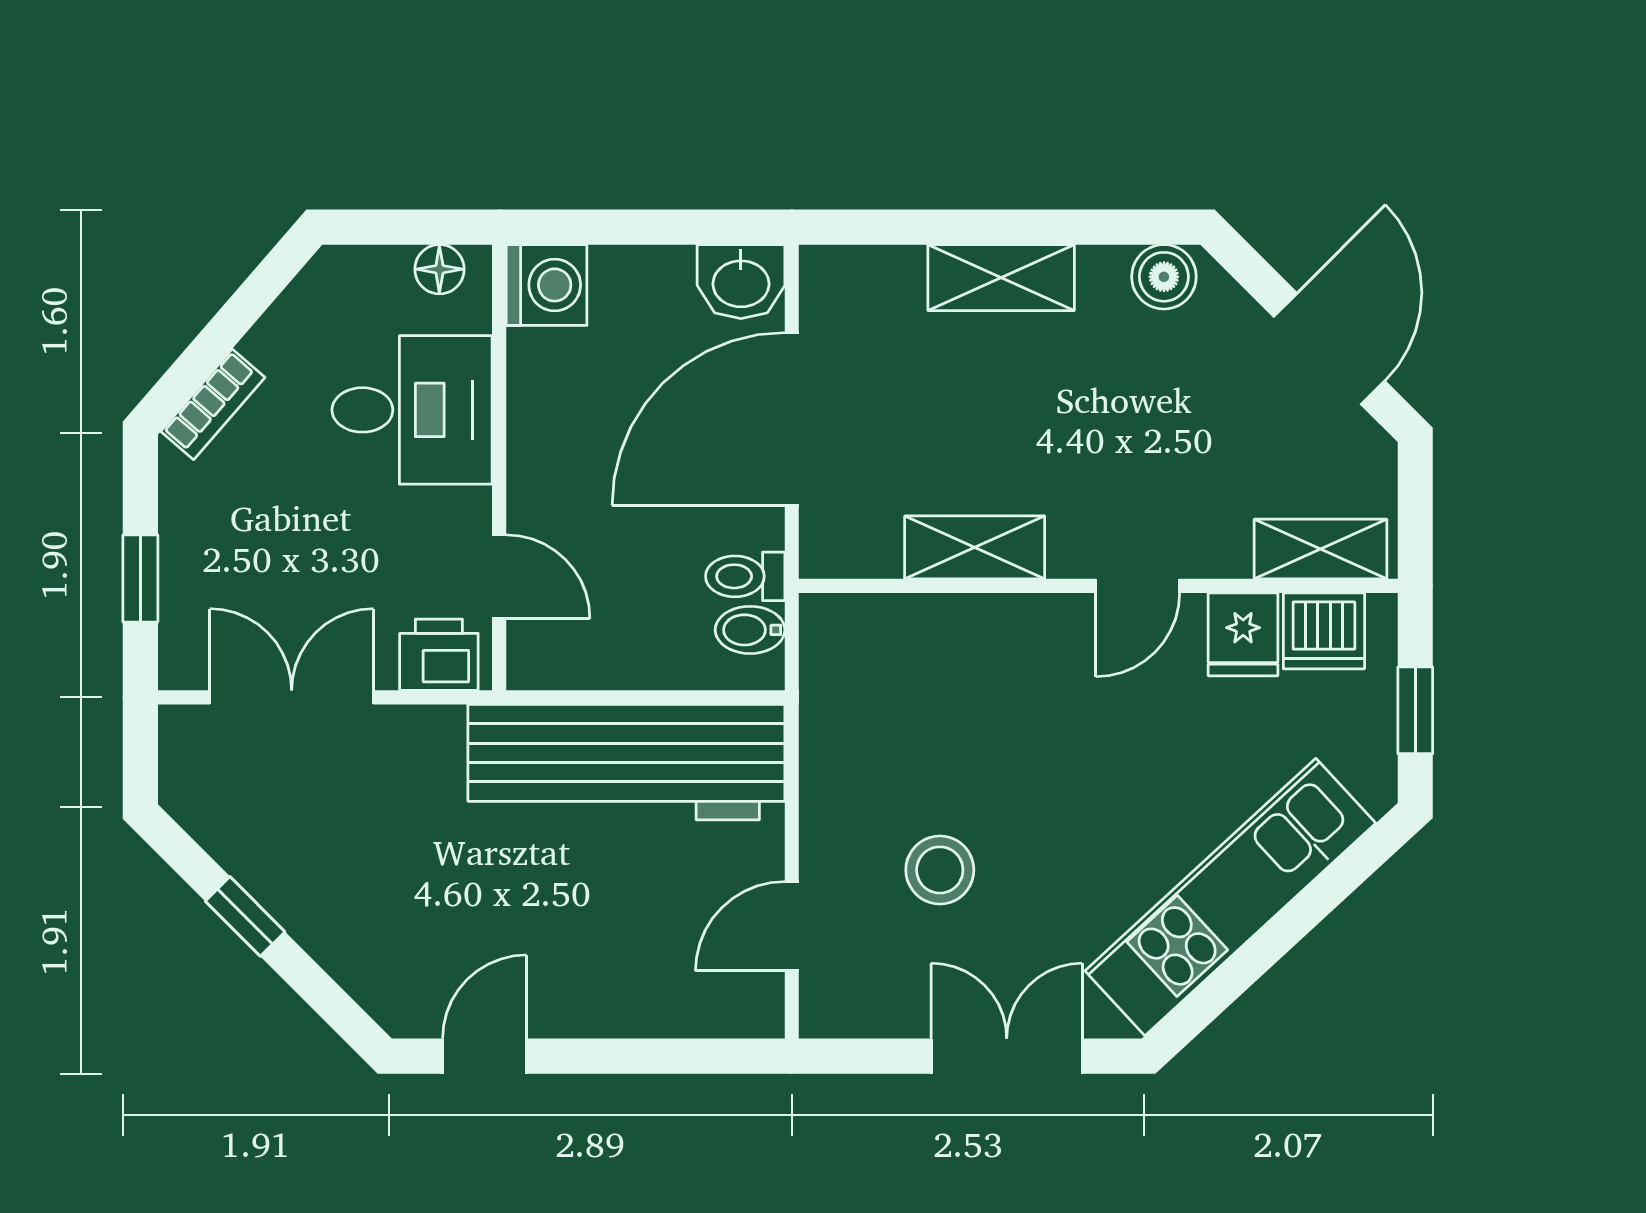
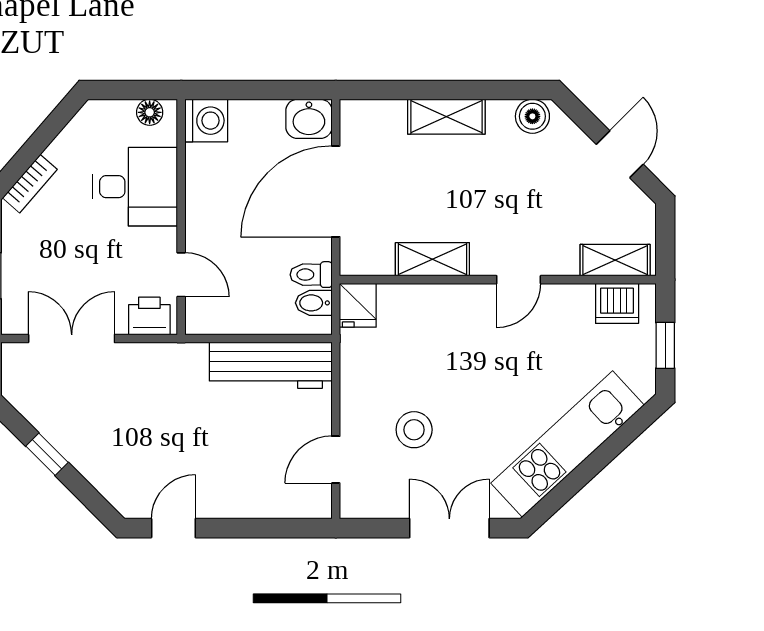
door: (1329, 349) -> (620, 154), width x0.73
fridge: (1243, 634) -> (358, 305), moved
workbench: (626, 762) -> (271, 365), width x0.73, depth x0.76

